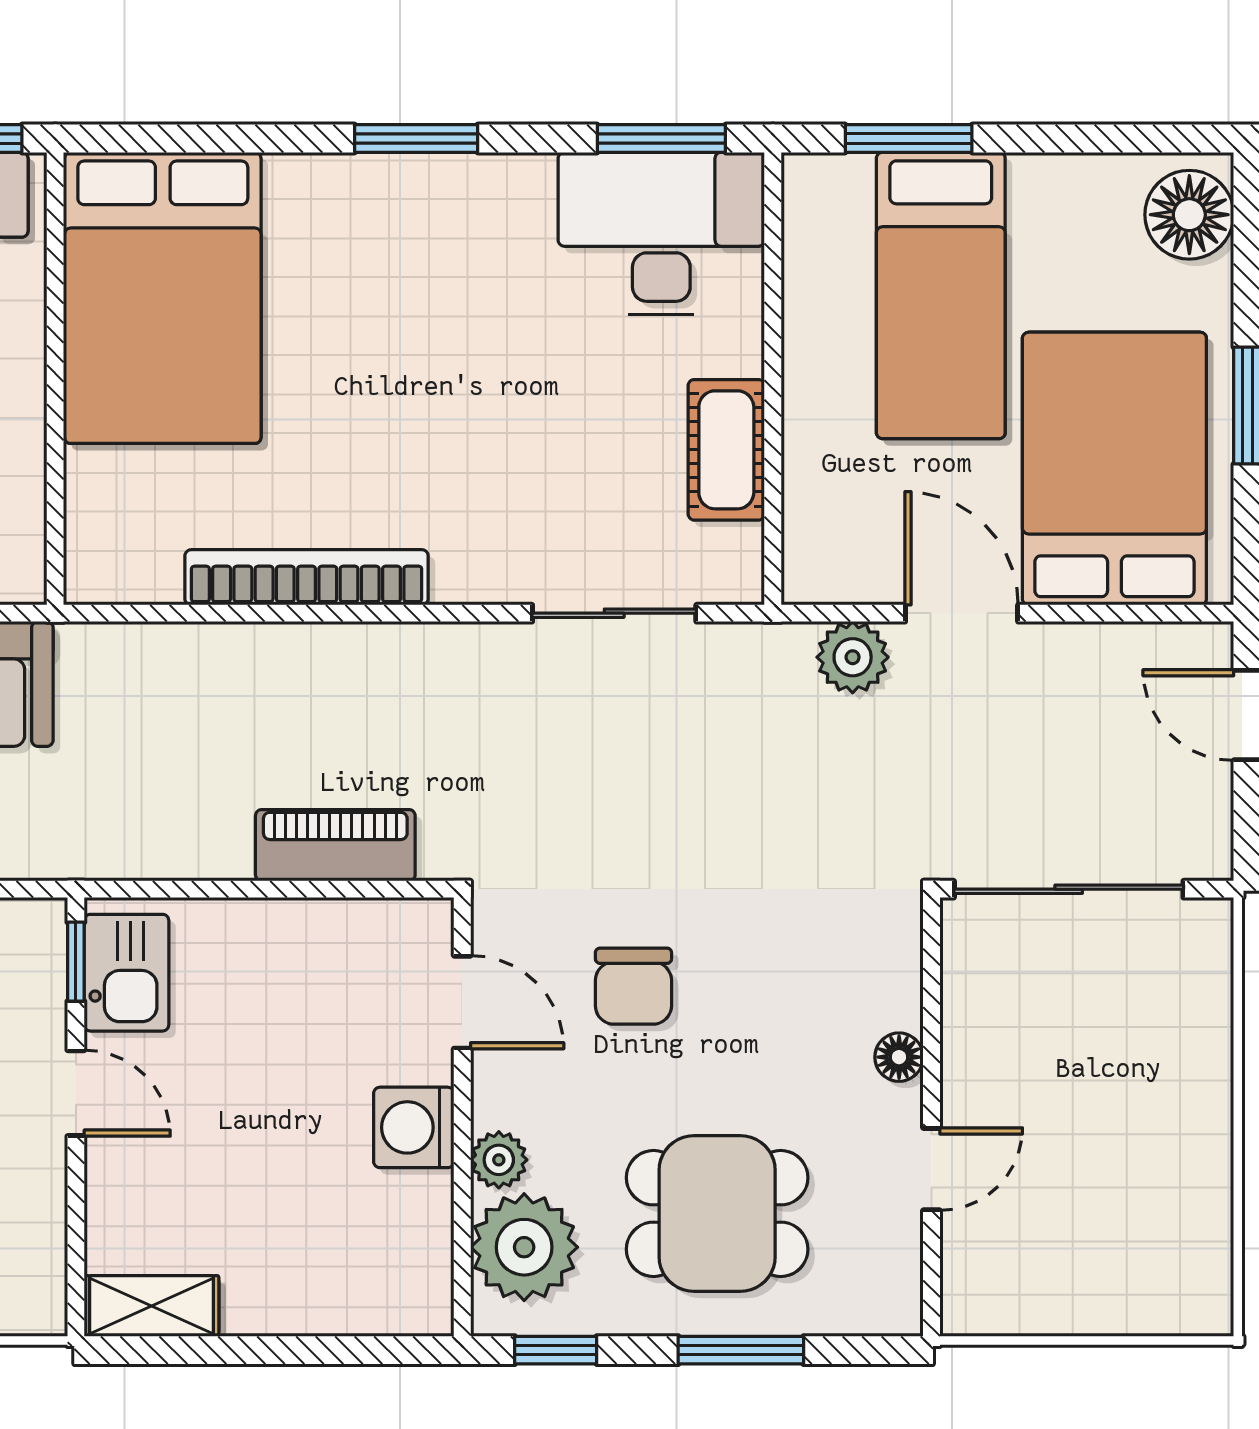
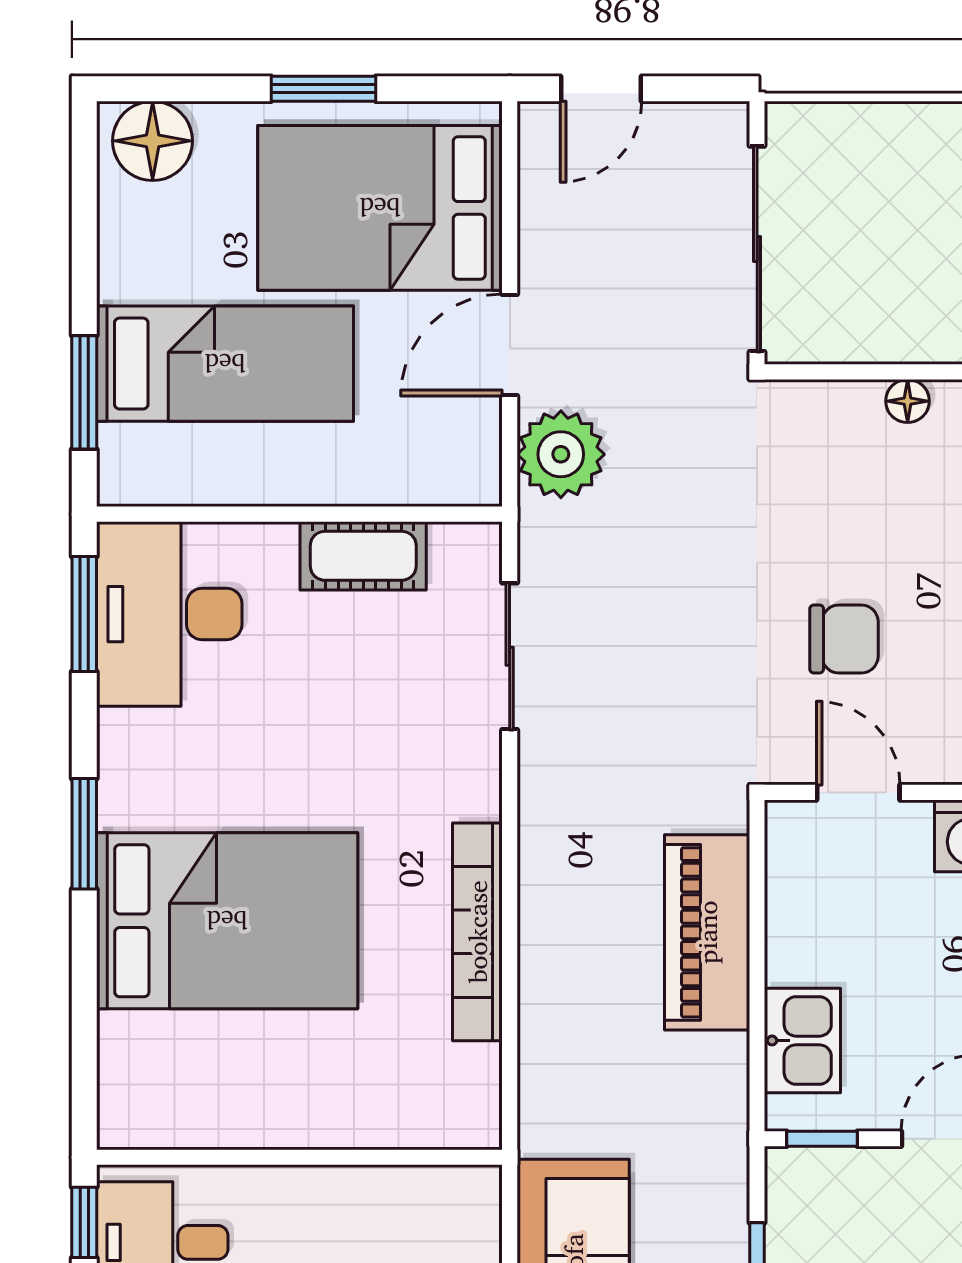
bed: (163, 298) -> (227, 921), moved
plant: (853, 657) -> (561, 454), width x1.36, depth x1.36
piano: (335, 845) -> (707, 932), width x1.37, depth x1.33
kitchen sink: (126, 973) -> (802, 1040), moved, turned 90
door: (462, 1002) -> (858, 792), hinge flipped

